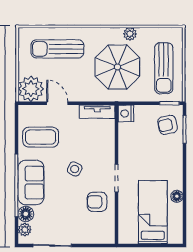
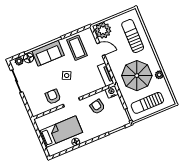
door: (57, 103) -> (101, 49), hinge flipped
armchair: (168, 125) -> (97, 107), moved

